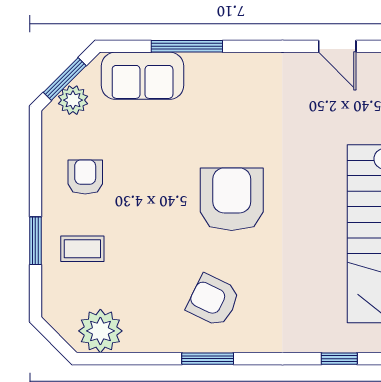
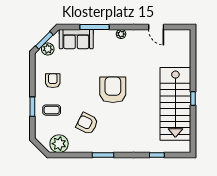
plant: (252, 63) -> (121, 34), added
armchair: (213, 300) -> (87, 123), moved

